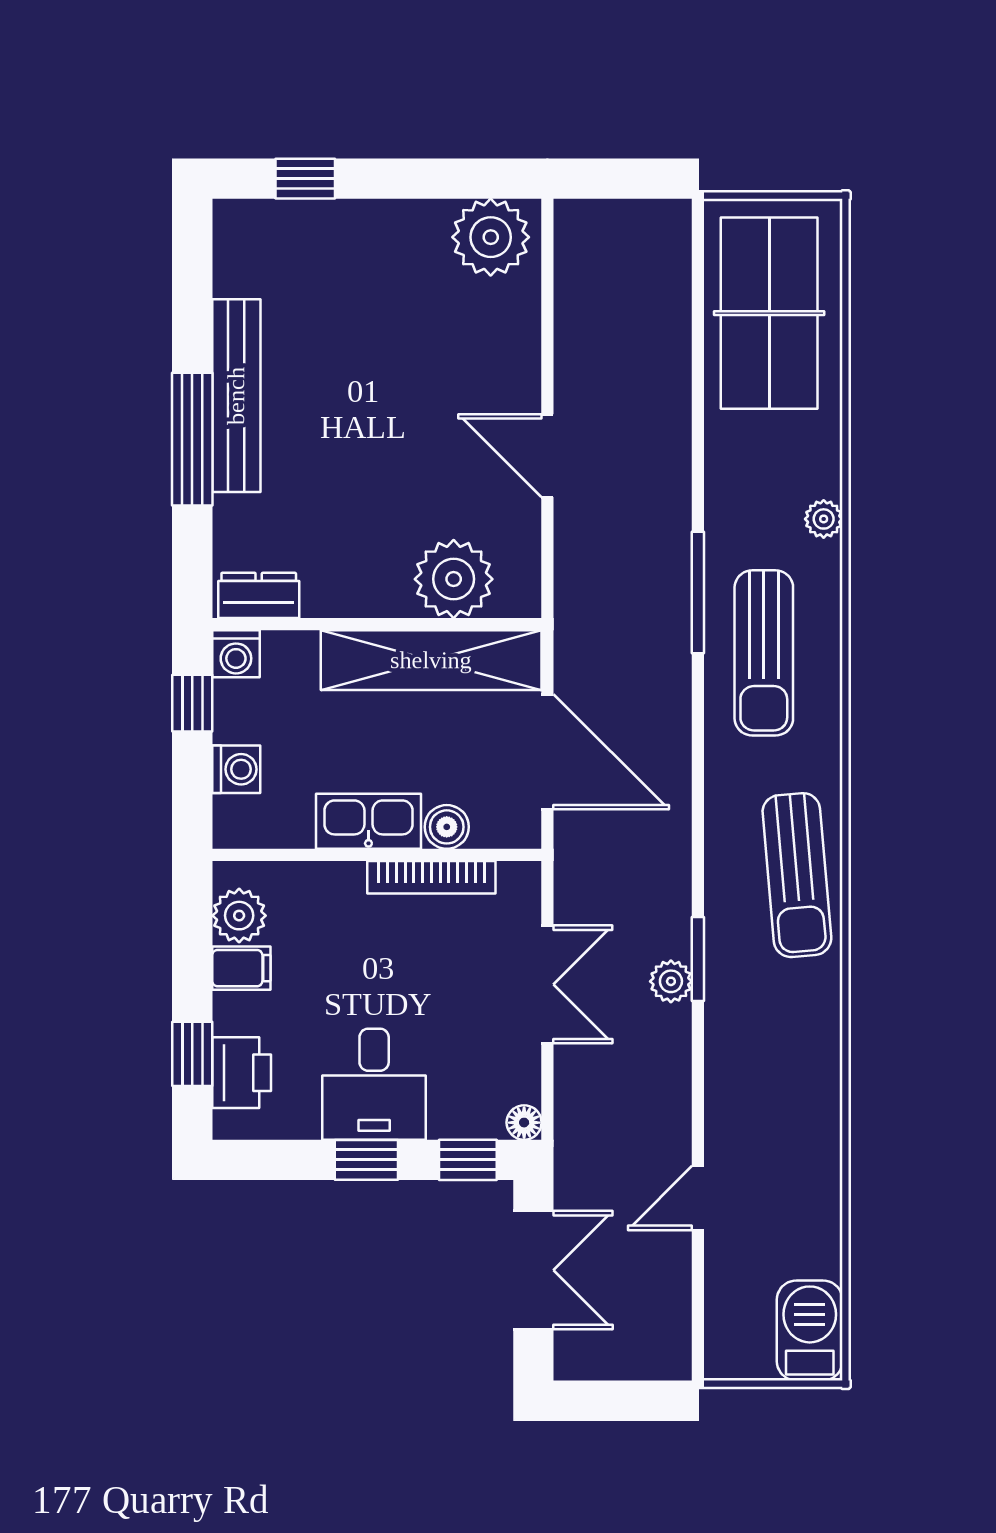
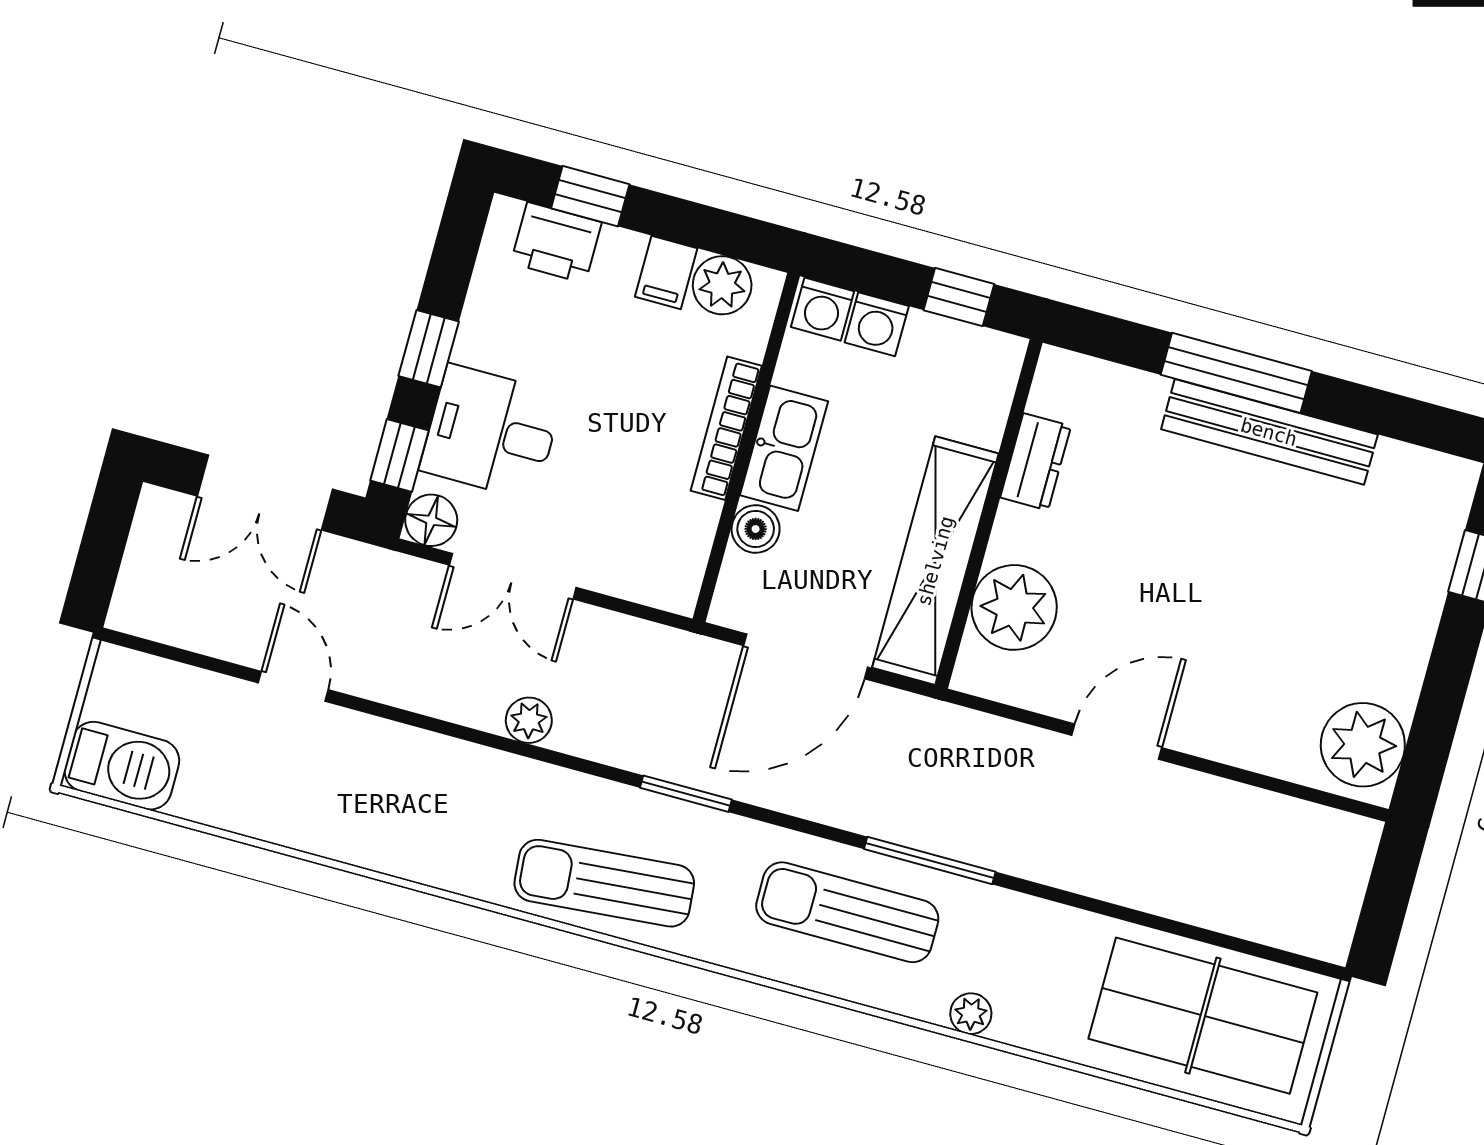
dresser: (259, 595) -> (1036, 462), moved
washing machine: (236, 654) -> (823, 309), moved, turned -90
bookcase: (431, 877) -> (726, 428), moved
window: (698, 959) -> (686, 794), moved
double door: (547, 984) -> (513, 576), moved
desk: (374, 1084) -> (491, 432), moved
floor lamp: (524, 1123) -> (431, 520), width x1.37, depth x1.37

